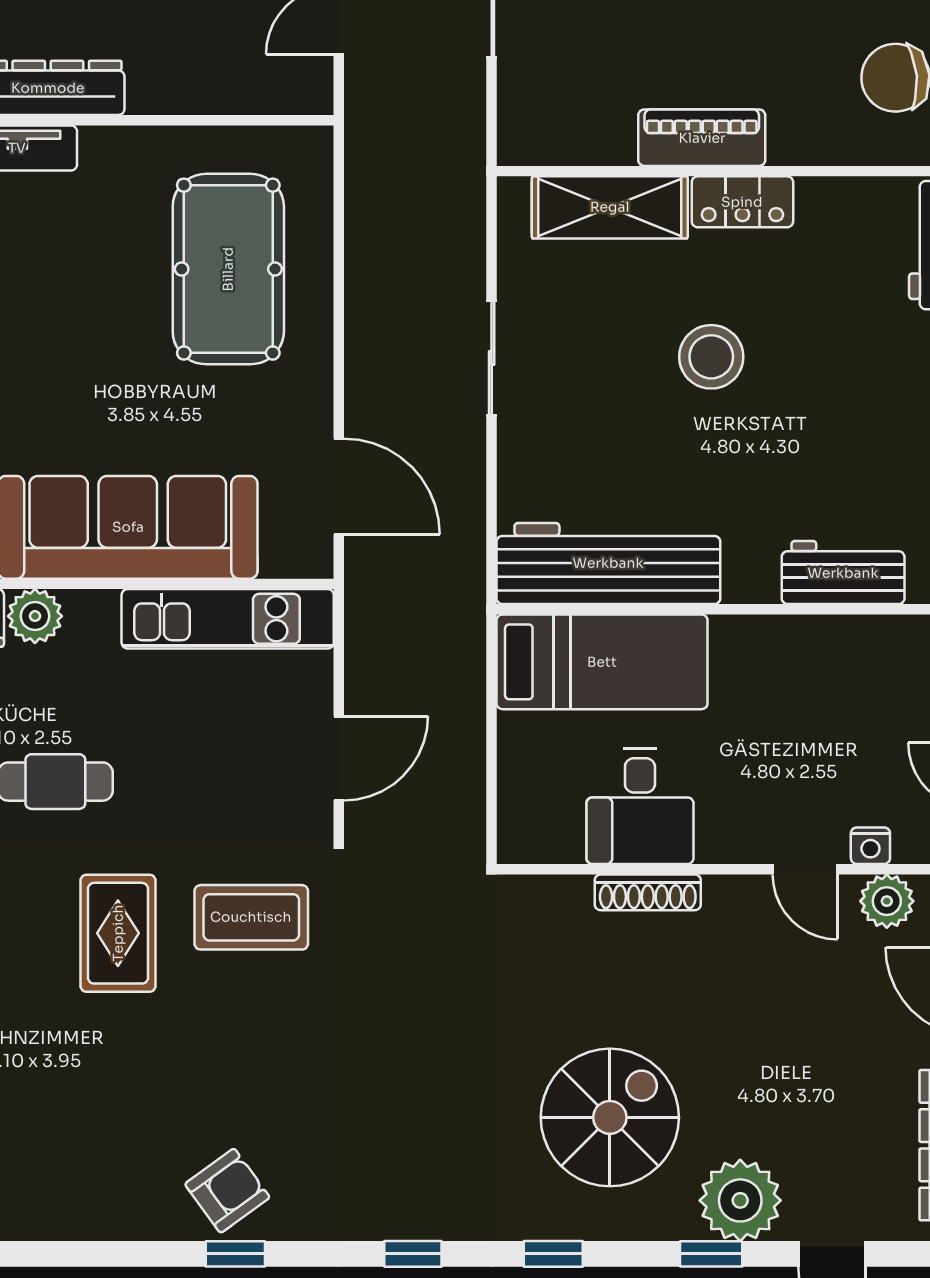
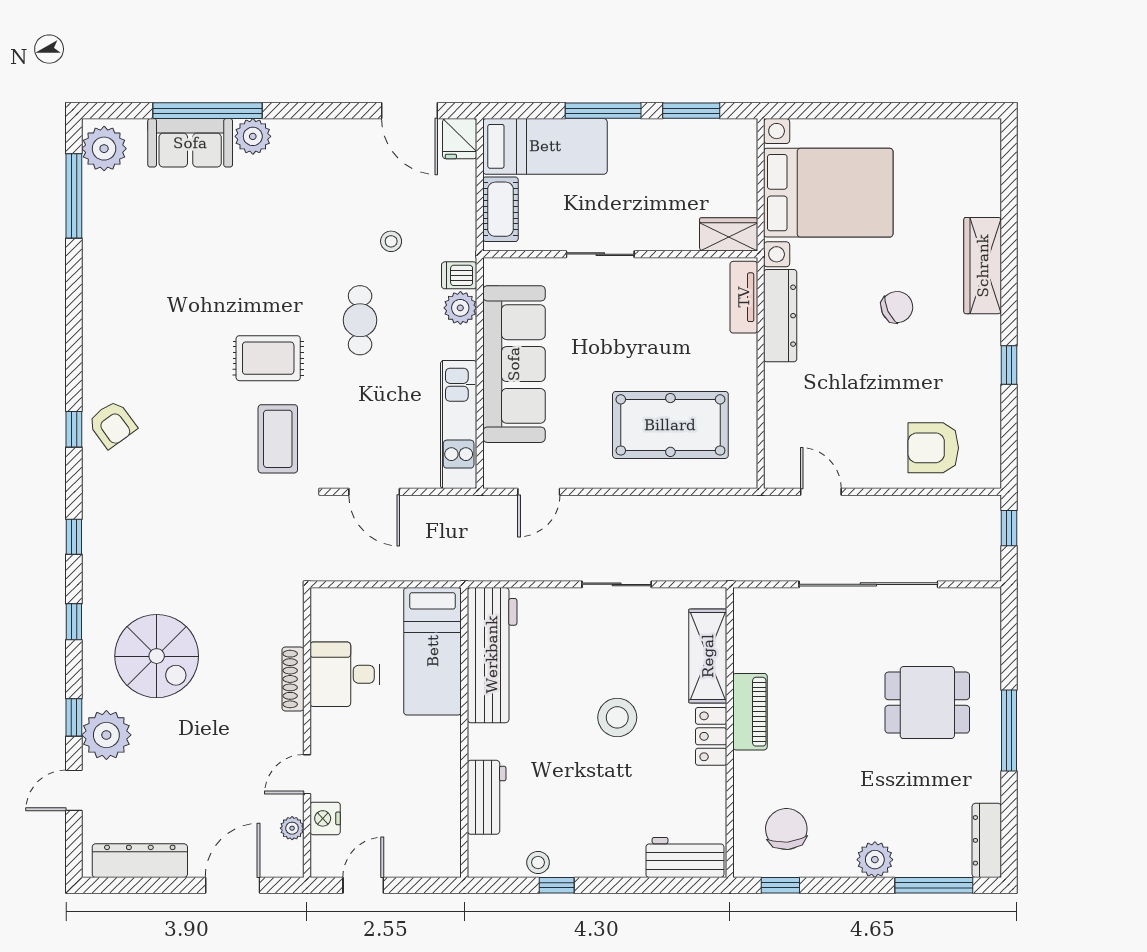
door: (339, 486) -> (539, 492), width x0.73
nightstand: (870, 846) -> (325, 818), width x1.39, depth x1.35
plant: (887, 901) -> (292, 828), width x0.73, depth x0.73

